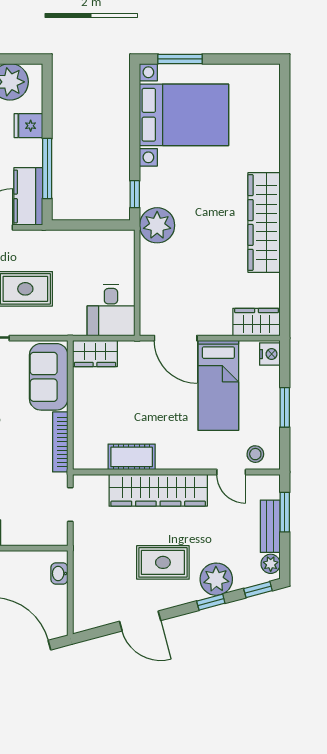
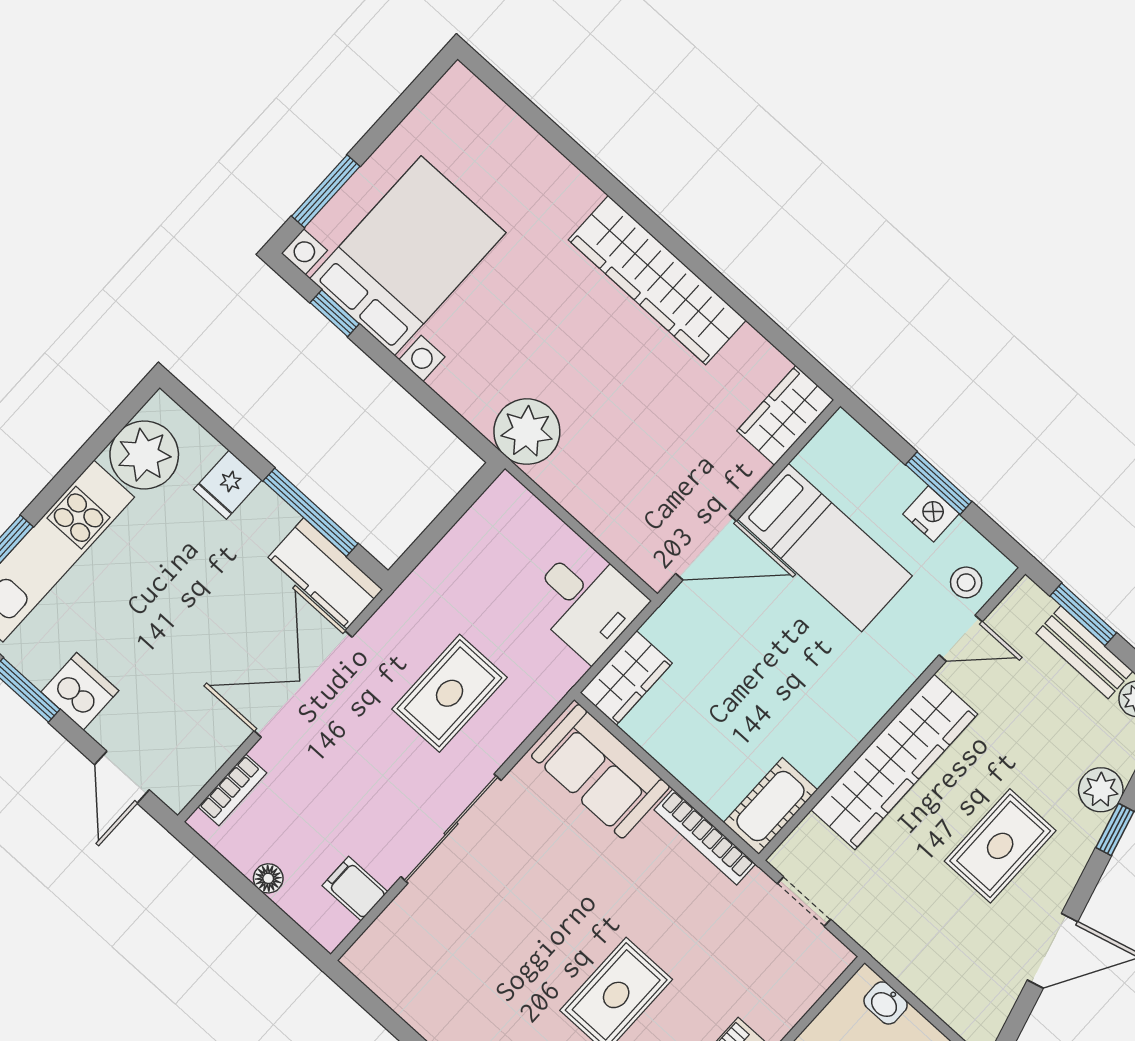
window: (135, 194) -> (335, 313), moved
nightstand: (270, 354) -> (931, 514), moved
cot: (132, 457) -> (770, 806), moved
plant: (216, 579) -> (1101, 790), width x0.73, depth x0.73

